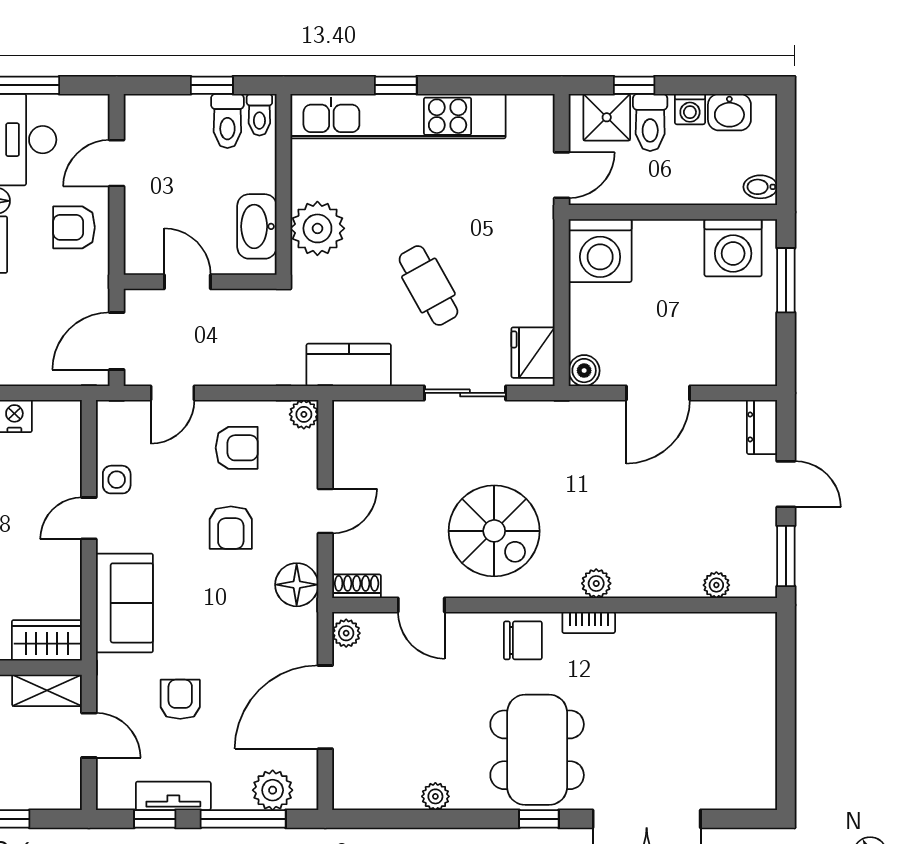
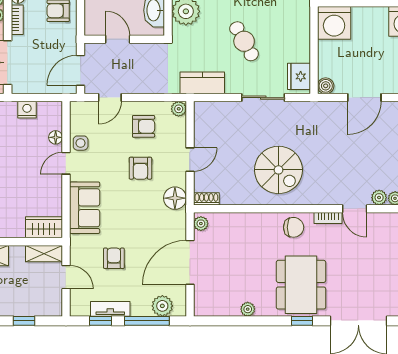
floor lamp: (69, 469) -> (56, 137), added
plant: (596, 583) -> (379, 198), moved
door: (421, 605) -> (355, 209), moved

